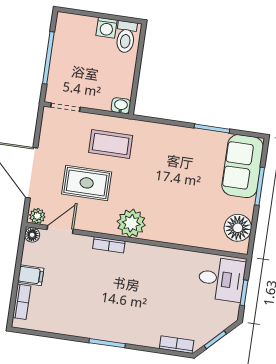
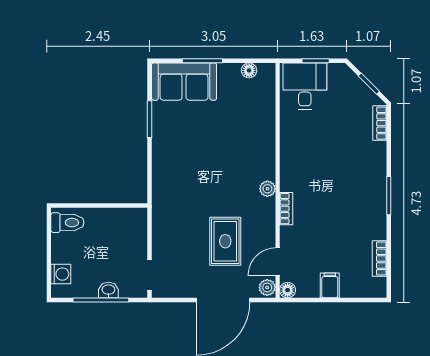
washing machine: (107, 28) -> (61, 274), moved
washbasin: (121, 106) -> (108, 290), moved, turned 90
coffee table: (111, 144) -> (181, 222), removed
plant: (131, 223) -> (267, 189), width x0.53, depth x0.53
floor lamp: (238, 228) -> (249, 70), width x0.53, depth x0.53
door: (60, 229) -> (278, 262), hinge flipped
bookcase: (22, 302) -> (380, 259), moved, turned -90

